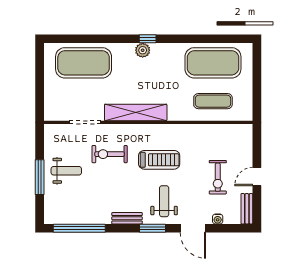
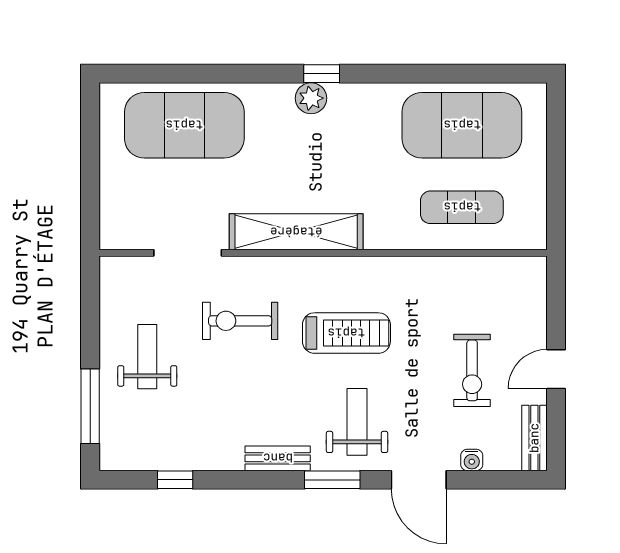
weight bench: (66, 171) -> (147, 357), turned -90
window: (40, 177) -> (90, 406), moved
window: (79, 228) -> (175, 480), width x0.32

